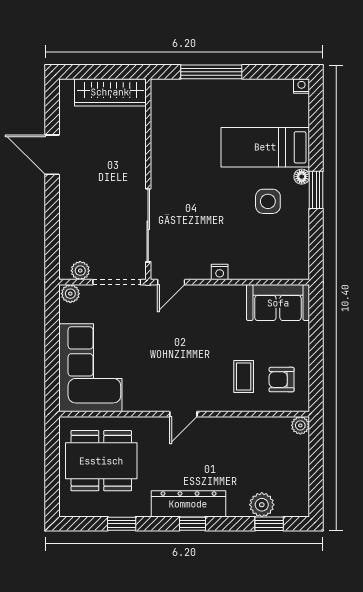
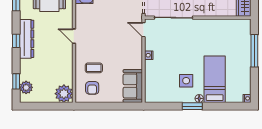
armchair: (282, 380) -> (92, 88), turned 180
plant: (300, 425) -> (64, 94), width x1.87, depth x1.87
plant: (262, 505) -> (26, 87), moved

